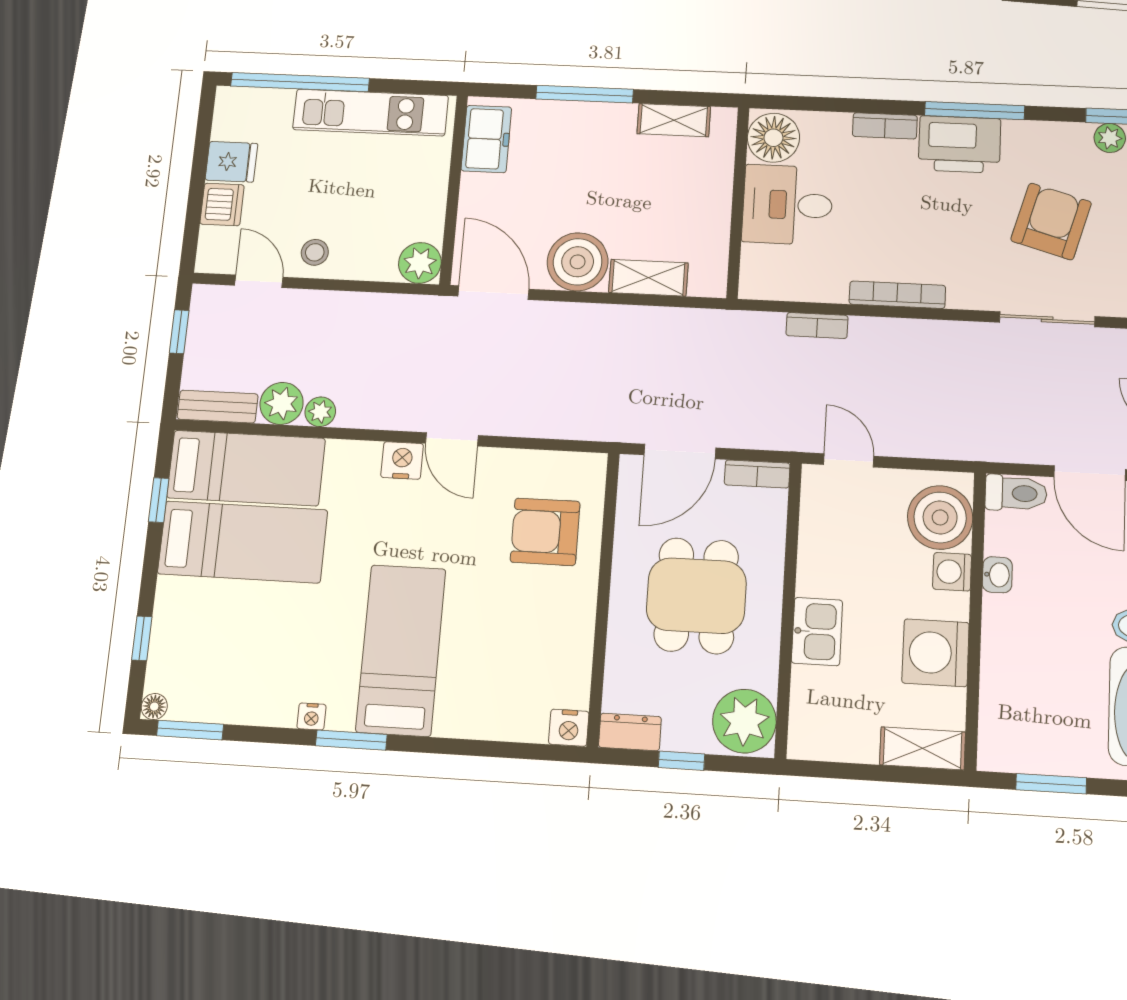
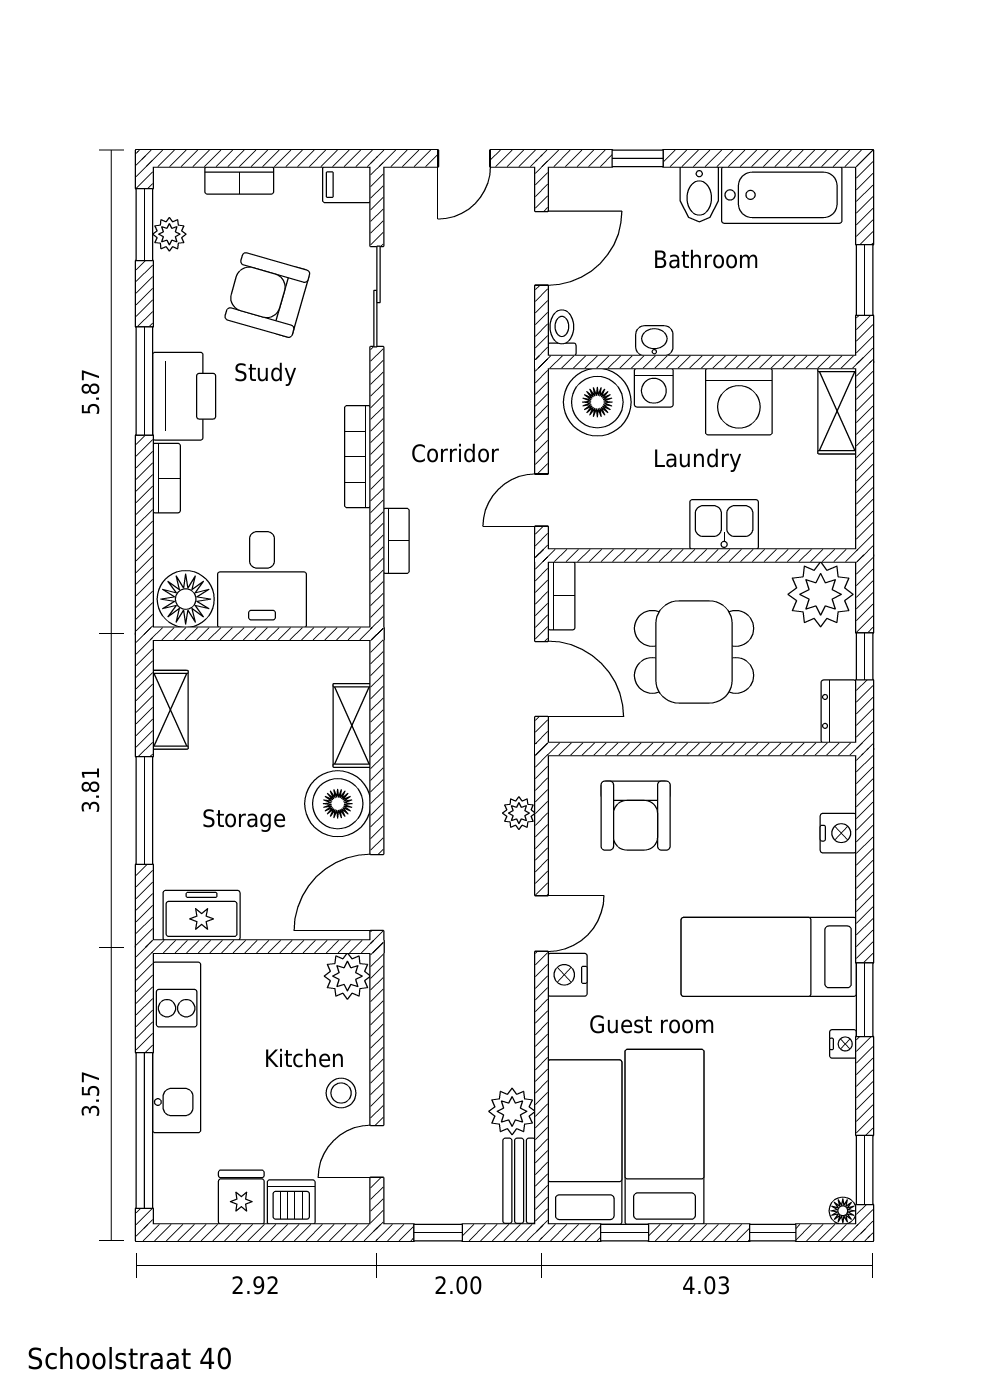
plant: (320, 412) -> (519, 813), moved
toilet: (1016, 493) -> (562, 333), width x0.73, depth x0.72
nightstand: (569, 728) -> (838, 833), moved

